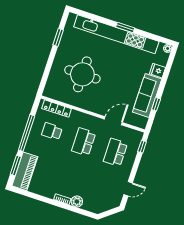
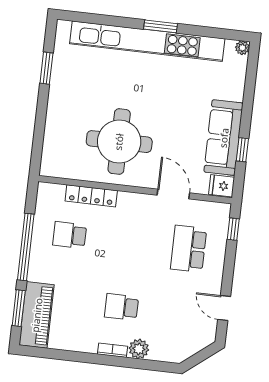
fridge: (157, 71) -> (222, 186), moved
round table: (82, 74) -> (119, 142), moved
locker: (57, 109) -> (91, 196), moved
door: (113, 121) -> (173, 194), hinge flipped
school desk: (84, 142) -> (122, 307), moved, width x0.54
door: (128, 189) -> (224, 308), swing flipped

